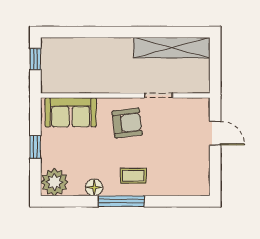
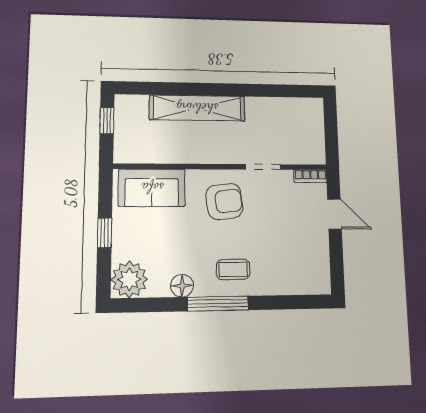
shelving: (172, 48) -> (197, 108), moved
bookcase: (197, 103) -> (310, 176), added

